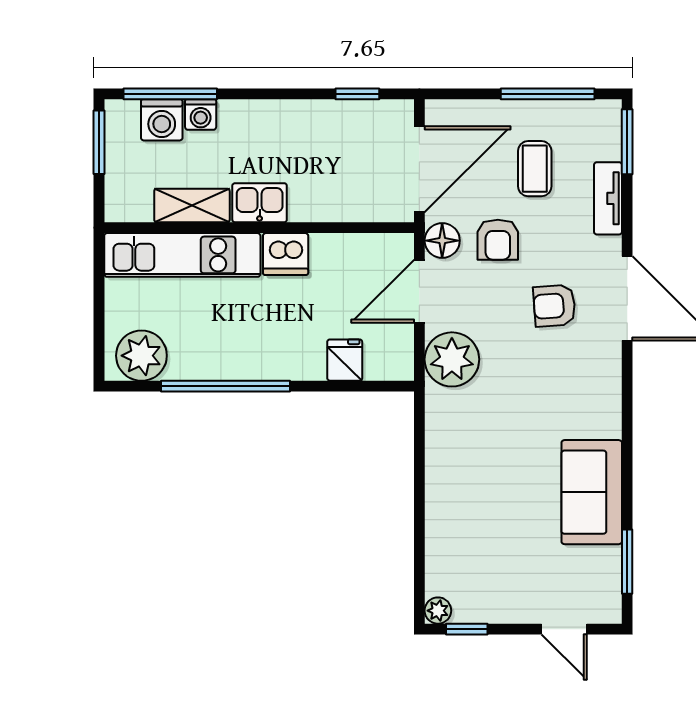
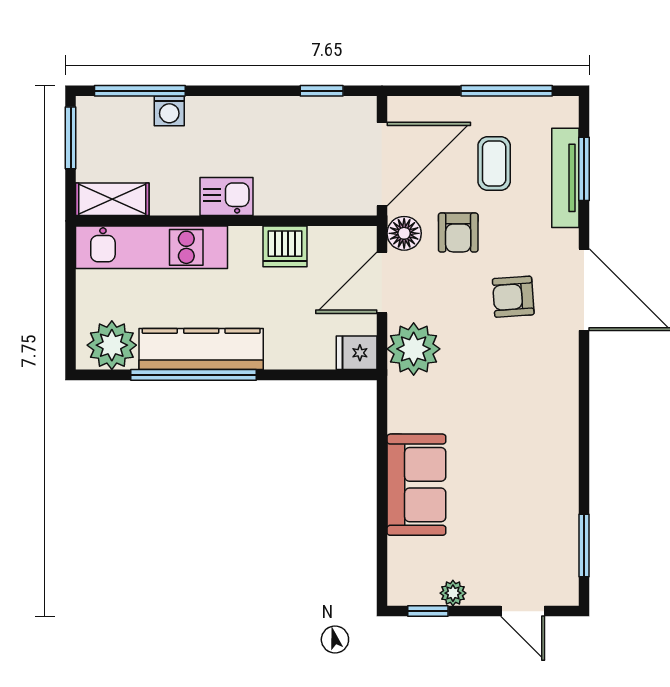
washing machine: (162, 120) -> (131, 116), removed
window: (627, 142) -> (584, 169), moved
tv unit: (608, 198) -> (565, 178), width x1.41
shelving: (192, 205) -> (112, 199), moved
dishwasher: (286, 254) -> (285, 246), moved
kitchen counter: (233, 360) -> (201, 349), added
fridge: (345, 360) -> (357, 353), moved, turned -90
sofa: (592, 492) -> (416, 485), moved, turned 180
plant: (438, 611) -> (453, 593), moved

